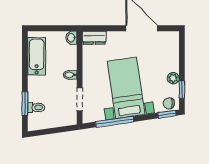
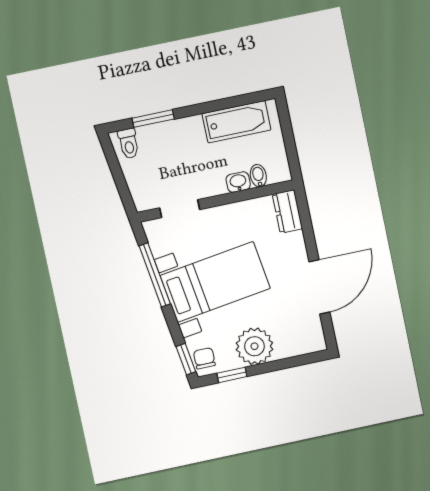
washbasin: (71, 38) -> (238, 182), moved
bidet: (70, 75) -> (258, 176), moved
plant: (173, 78) -> (254, 346), width x1.87, depth x1.87
toilet: (36, 108) -> (129, 143), moved

